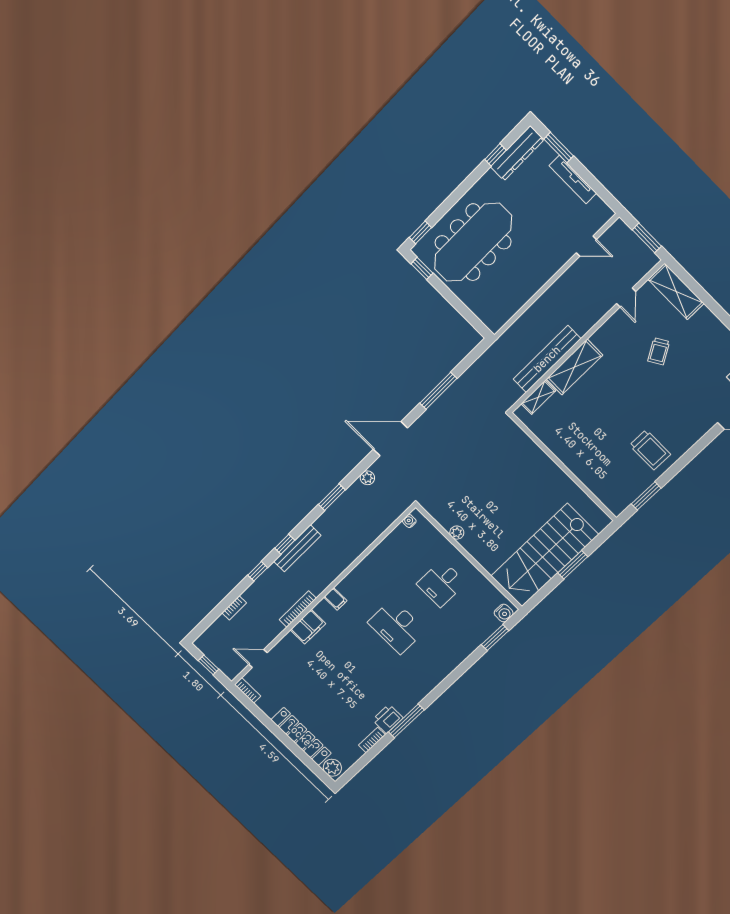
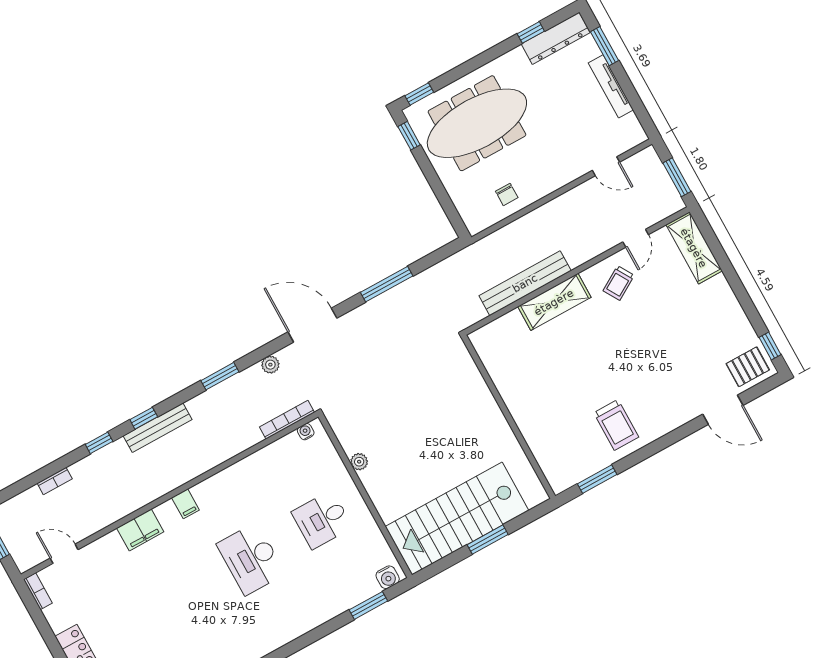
chair: (513, 293) -> (507, 194), added
trolley: (659, 351) -> (619, 283), moved
shelving: (538, 397) -> (503, 325), removed
bookcase: (298, 609) -> (287, 420), moved

